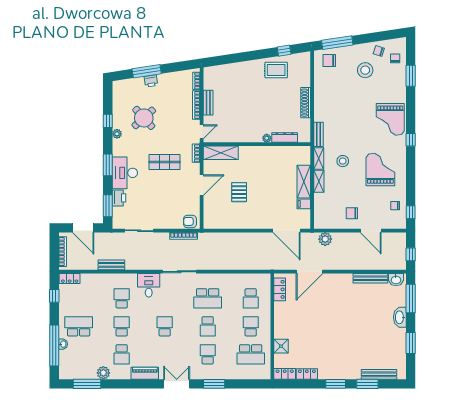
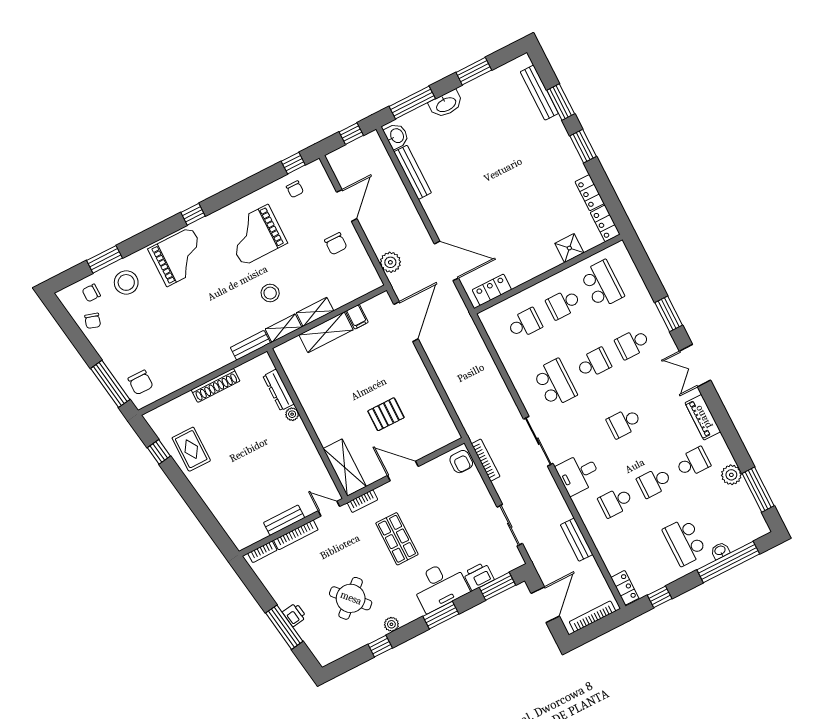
stool: (365, 70) -> (126, 282), moved

